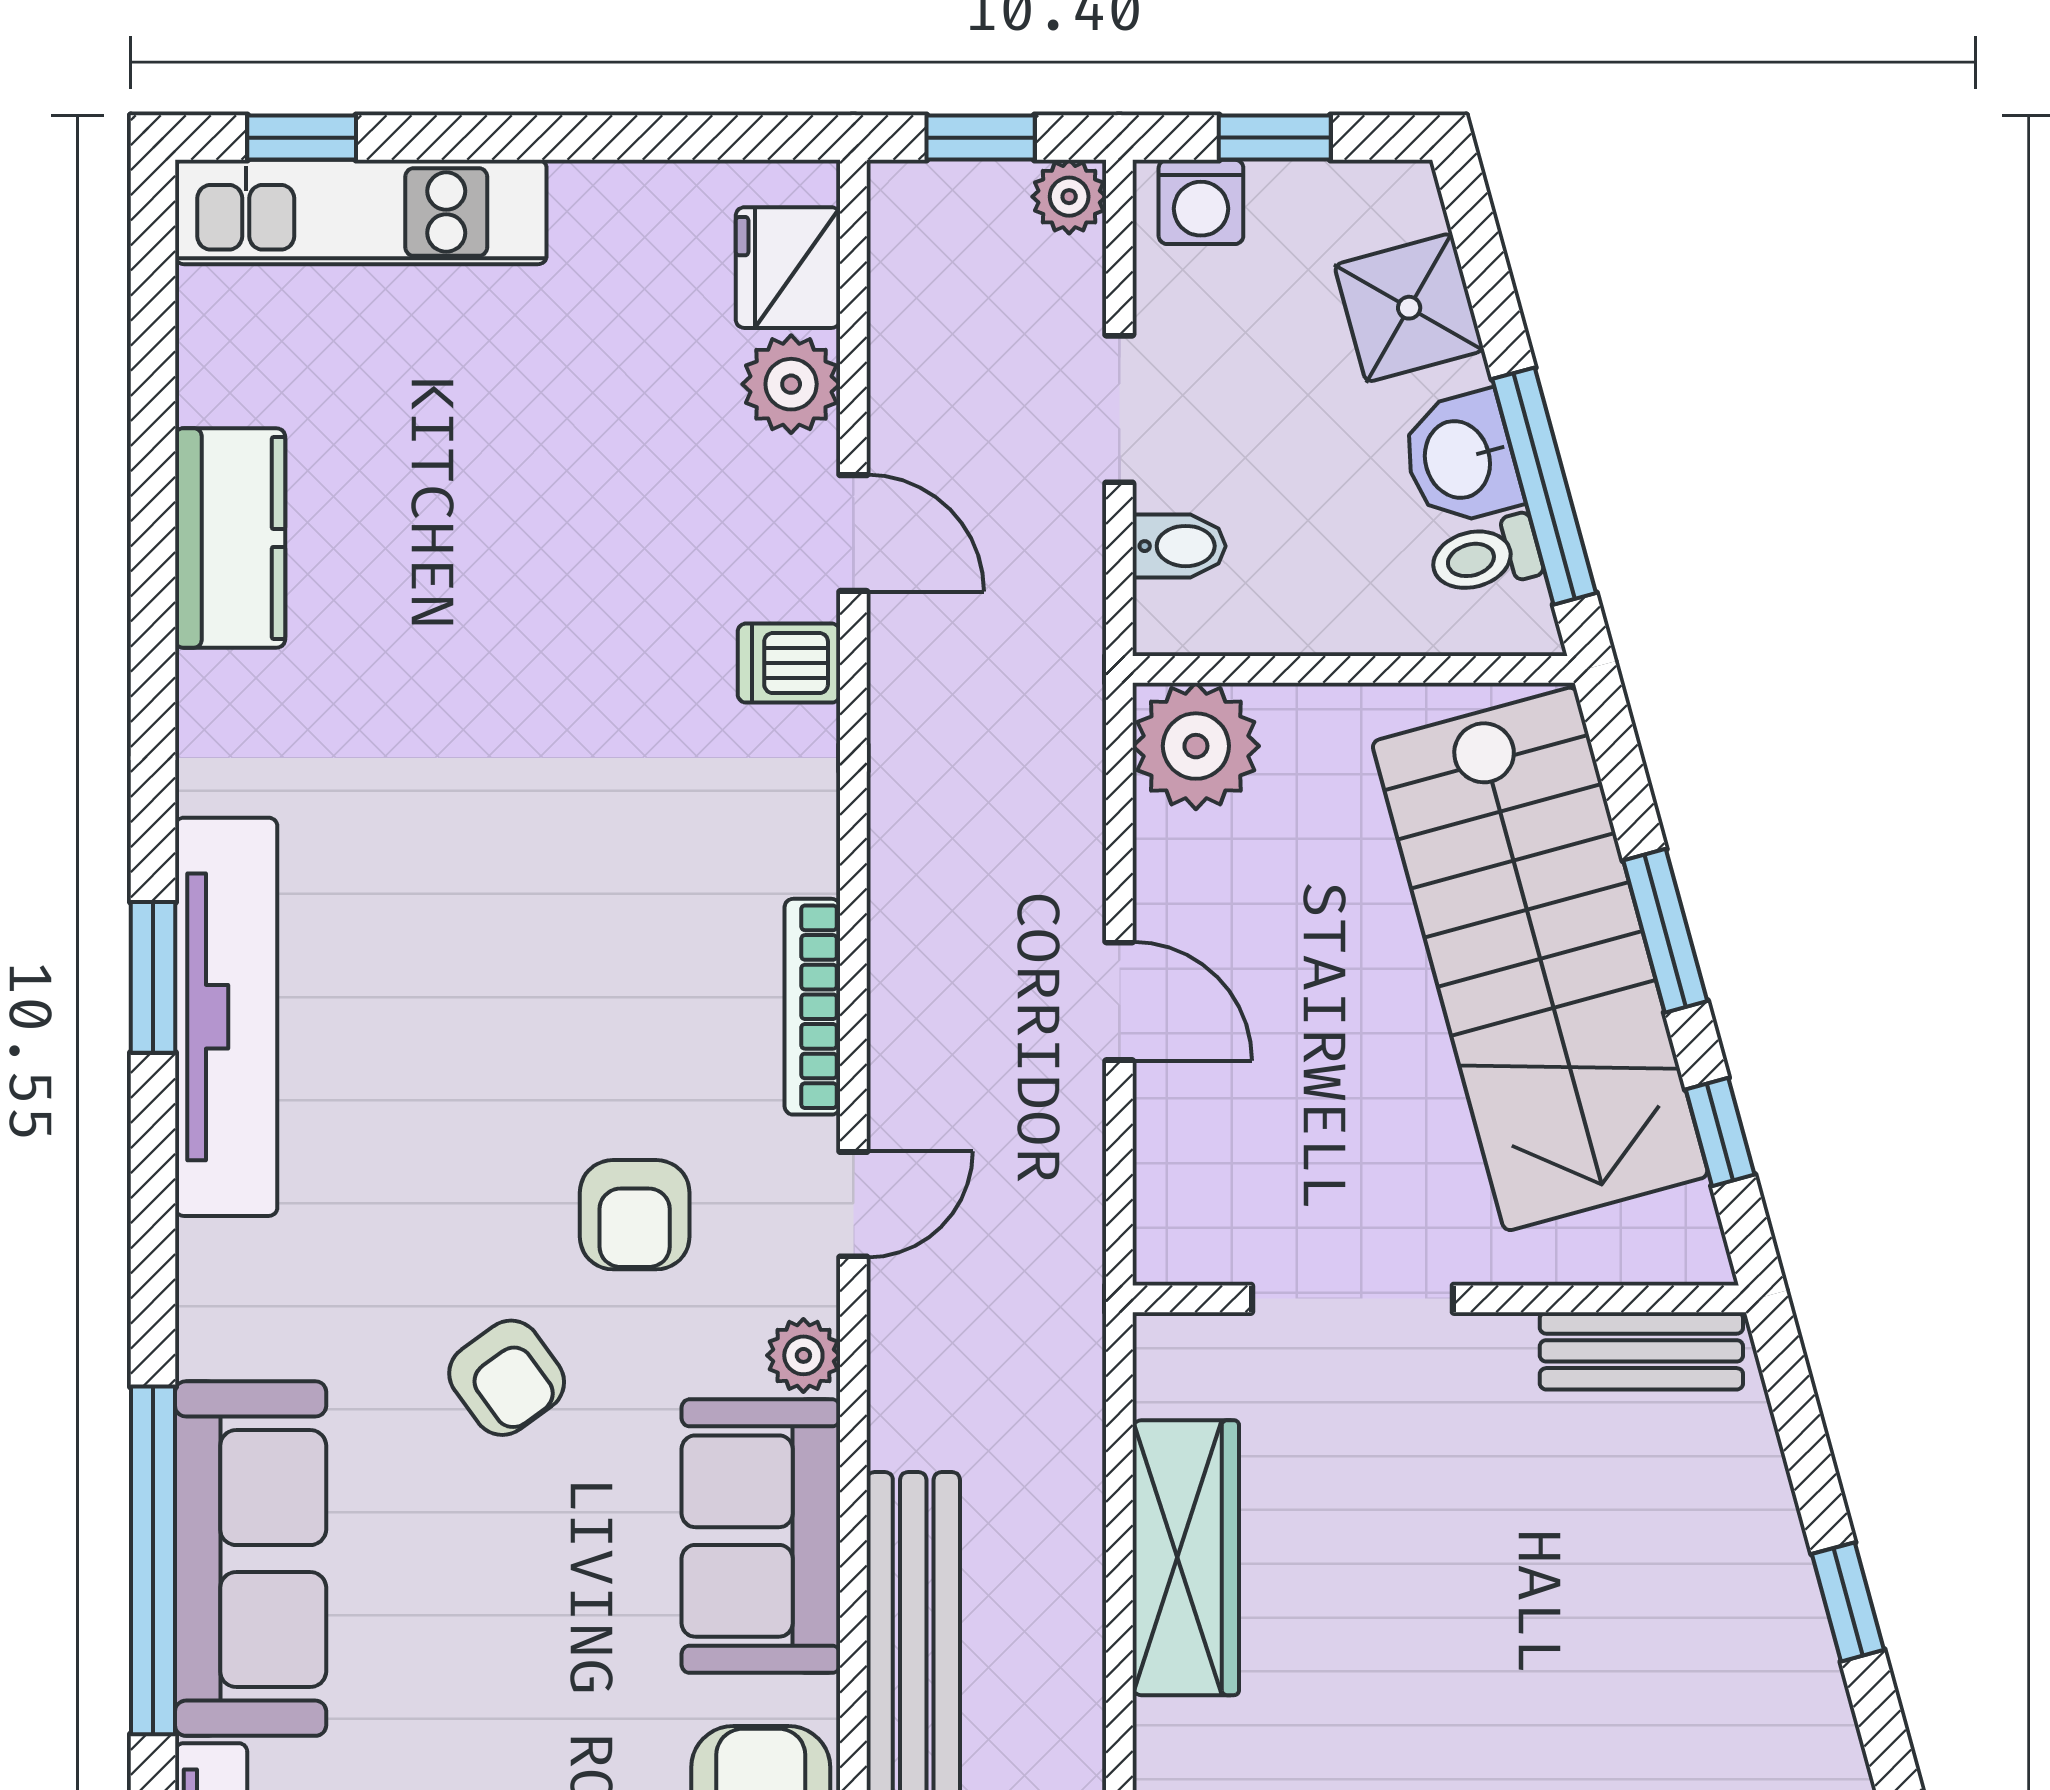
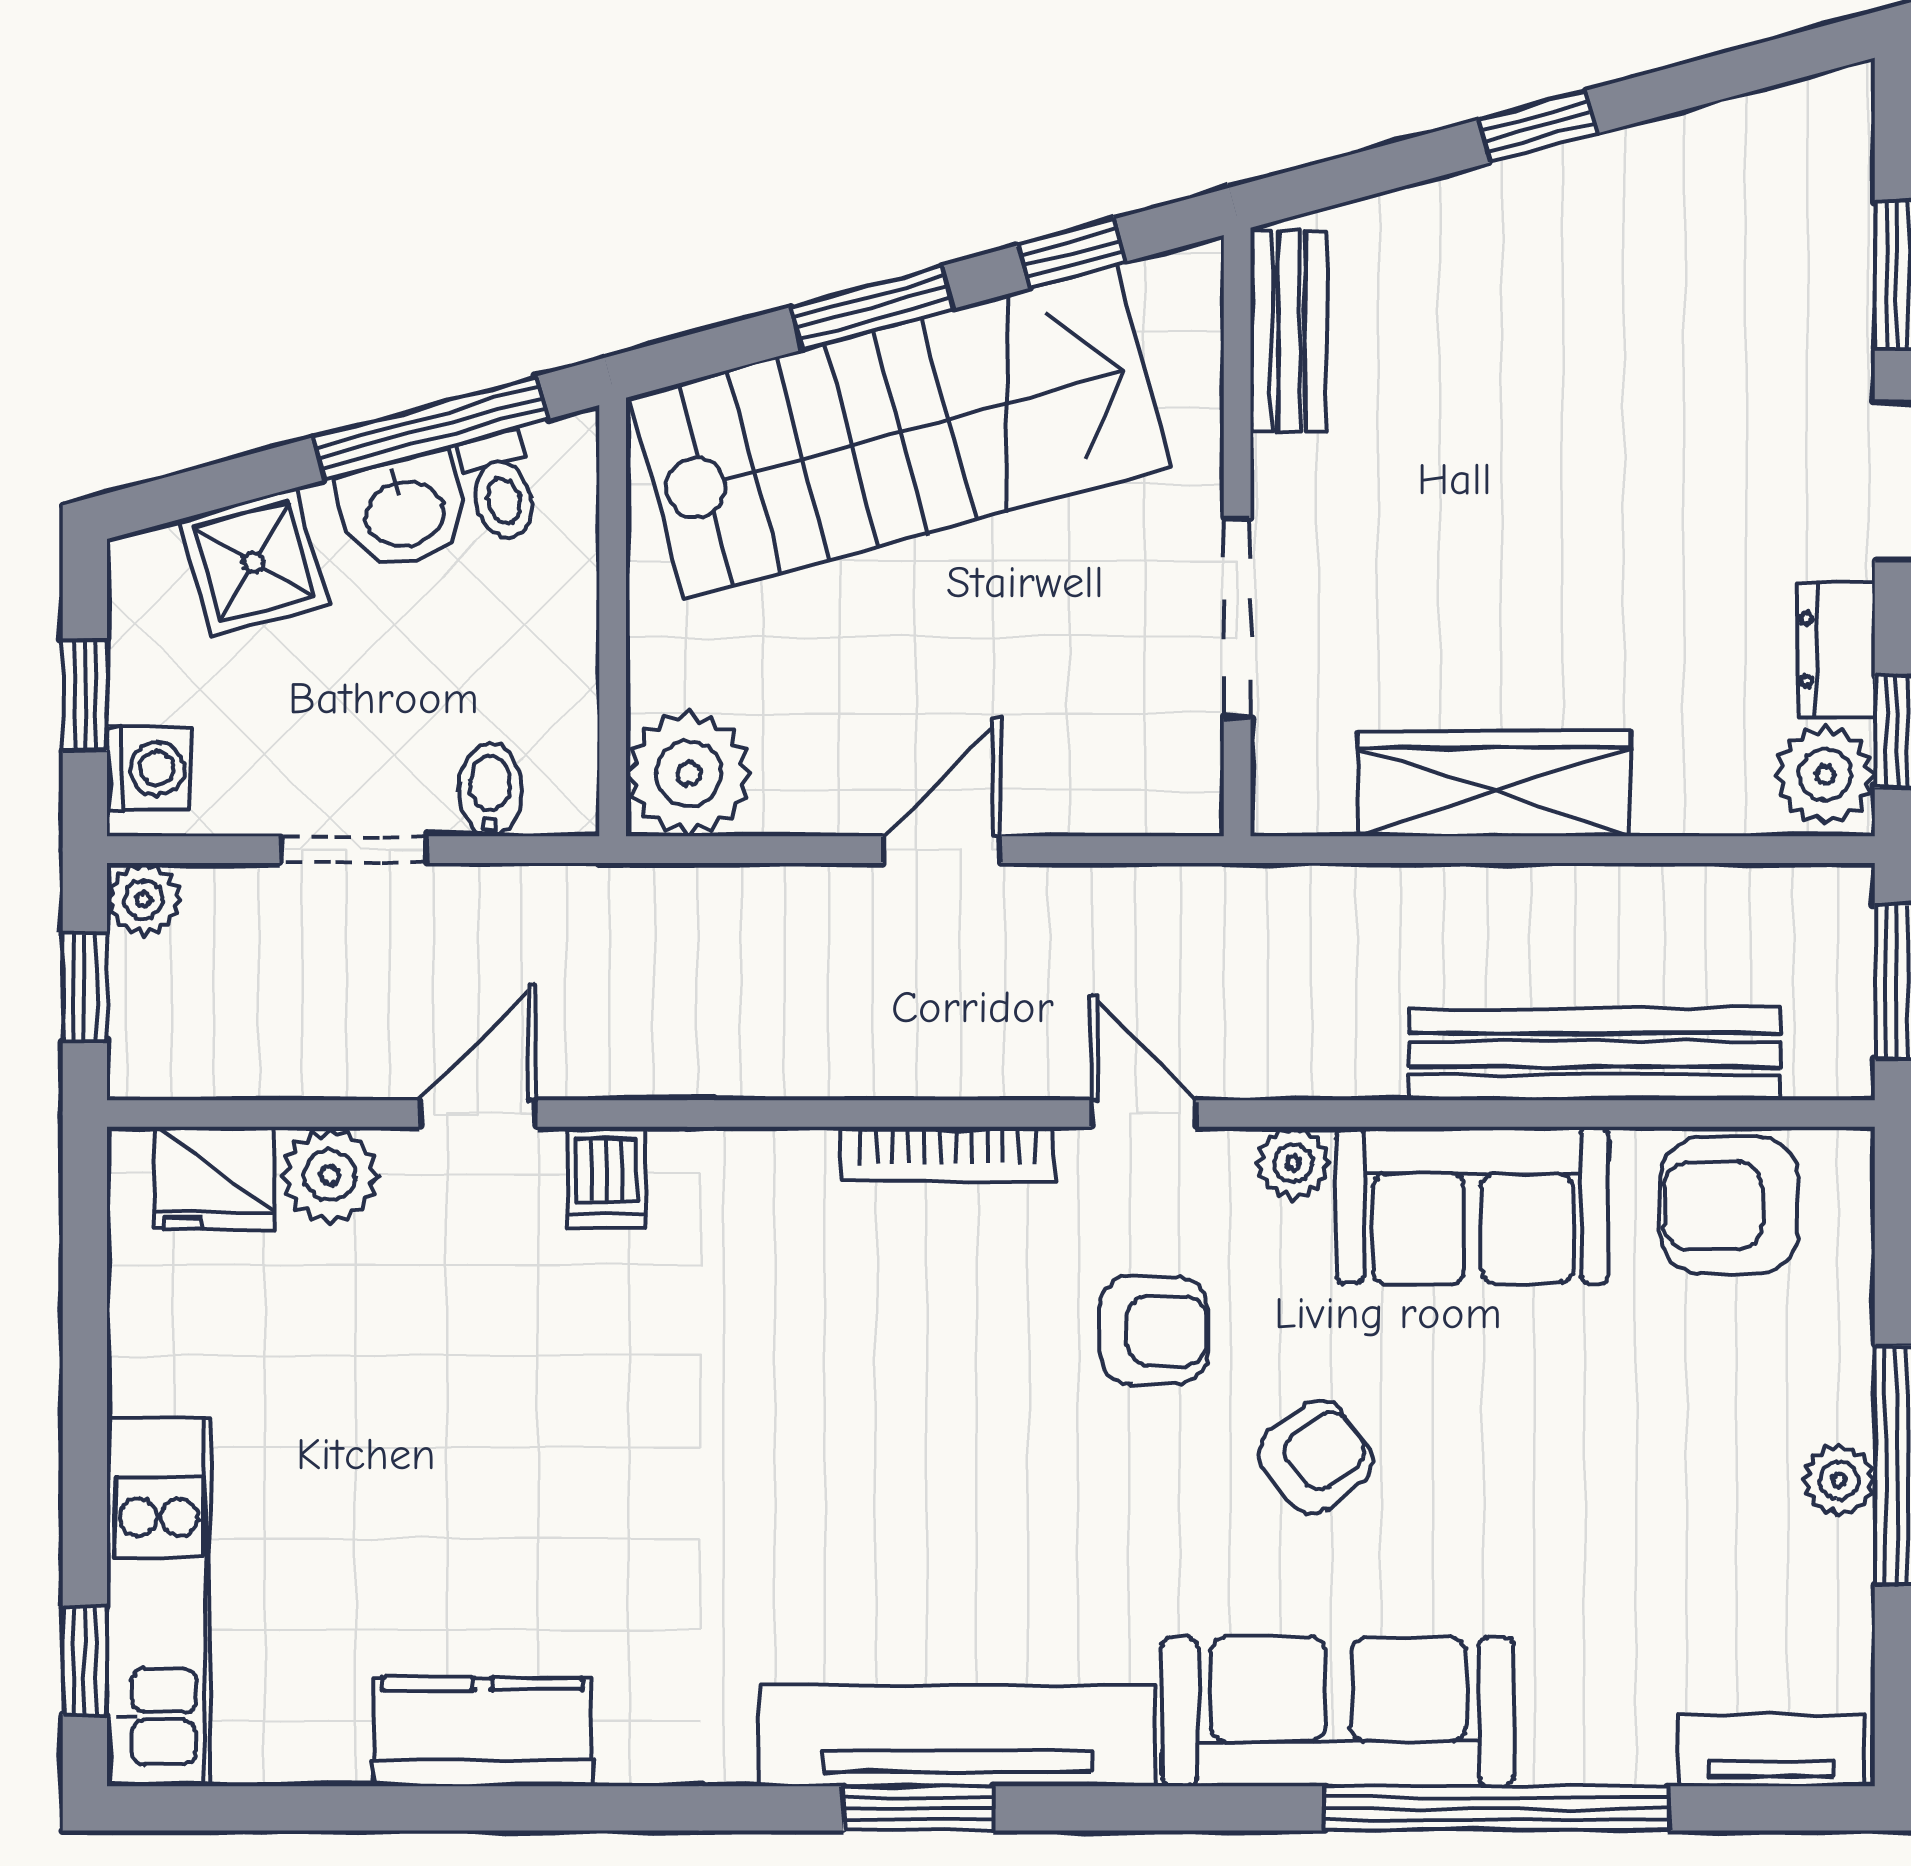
sofa: (251, 1559) -> (1338, 1711), moved

